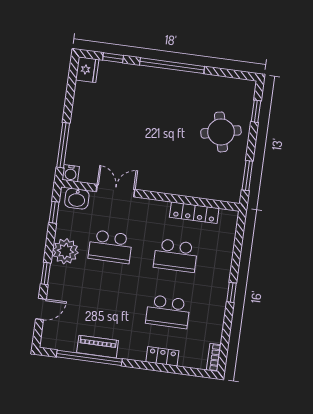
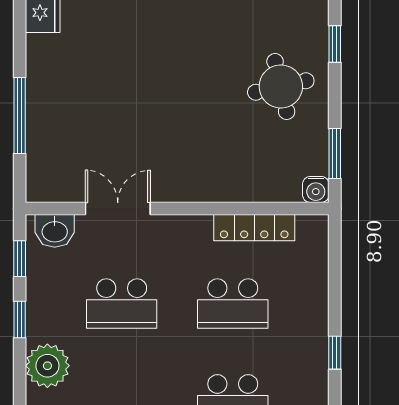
window: (63, 145) -> (20, 115), moved
water cooler: (71, 173) -> (316, 189), moved
plant: (65, 251) -> (47, 366), moved
window: (46, 274) -> (20, 319), moved

